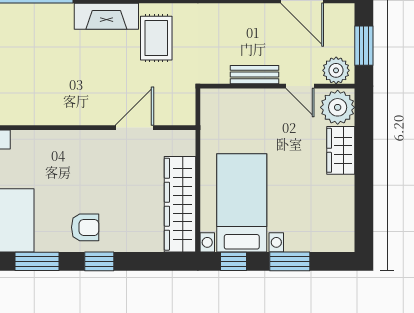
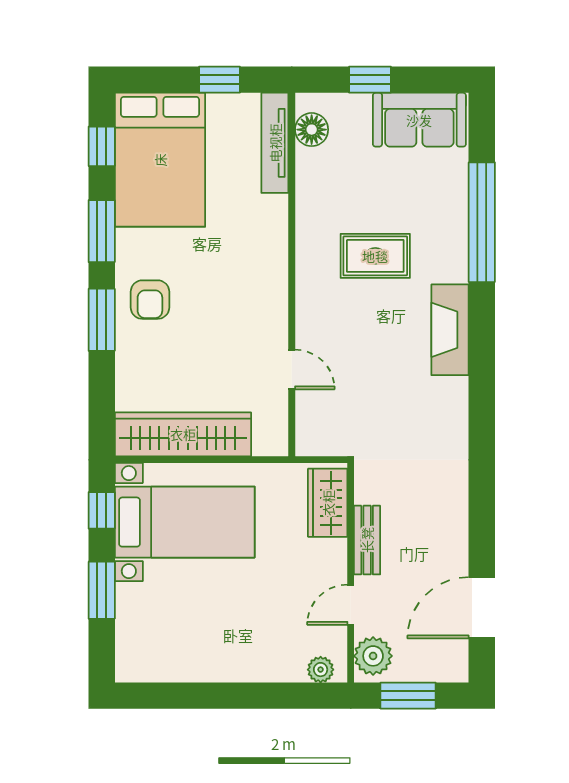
rug: (156, 38) -> (375, 256), moved
plant: (338, 107) -> (321, 670), width x0.53, depth x0.53
door: (134, 128) -> (292, 370), width x0.73
wardrobe: (341, 150) -> (328, 503), moved, turned -90
window: (99, 261) -> (102, 320), width x1.50

